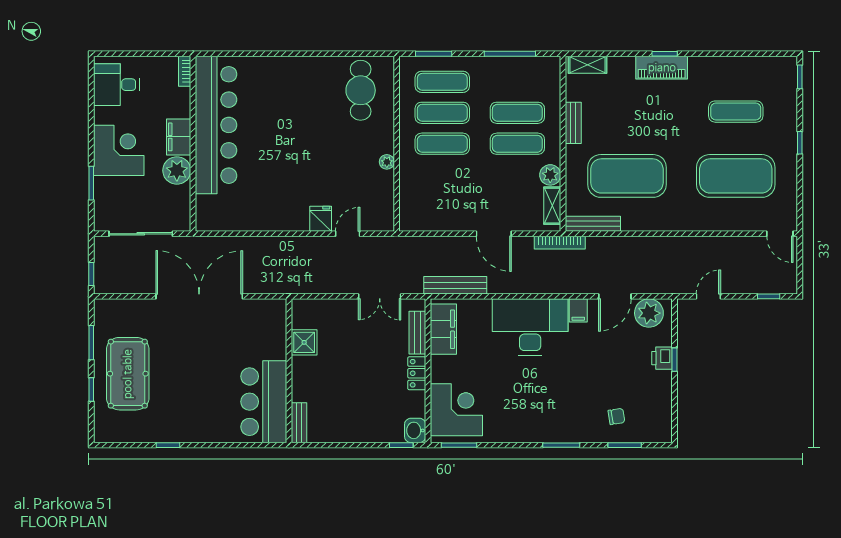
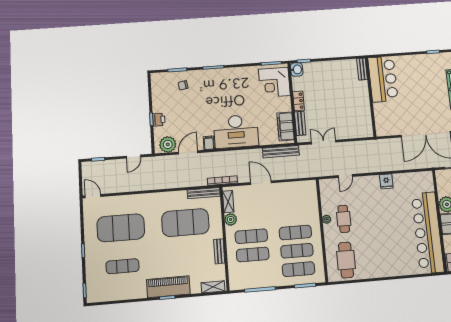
piano: (662, 68) -> (168, 287), width x1.37, depth x1.33
cafe table: (358, 160) -> (344, 219), added
fridge: (321, 219) -> (386, 181), moved
shower: (304, 342) -> (364, 113), removed

